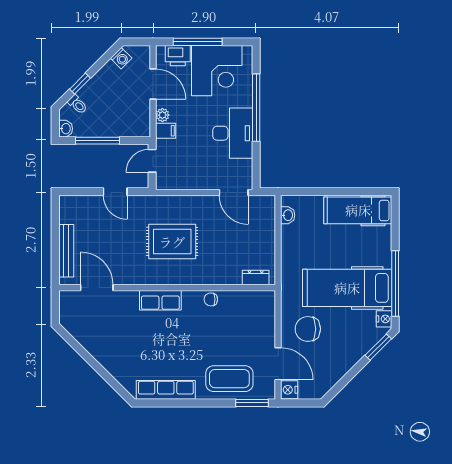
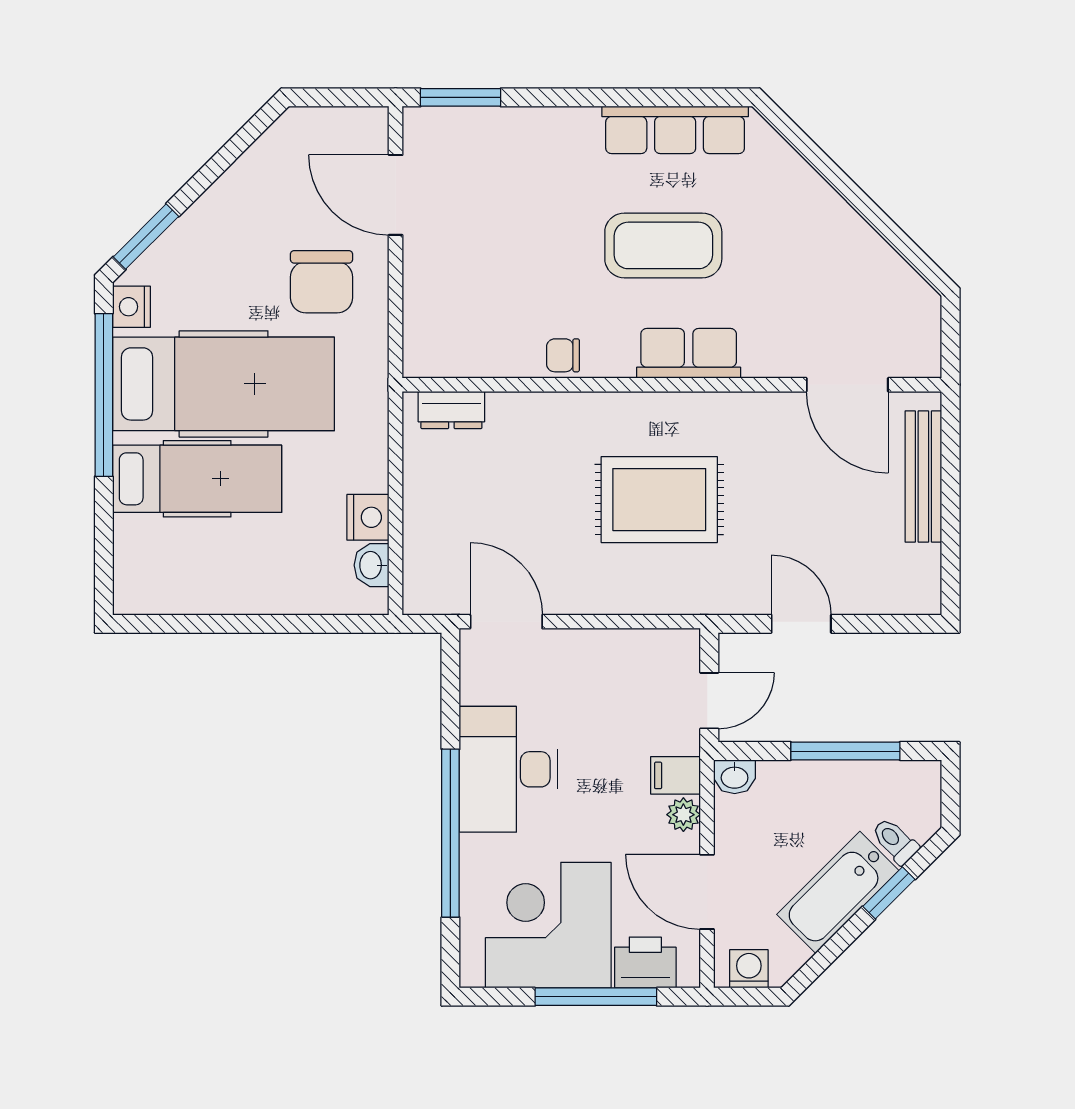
washing machine: (121, 58) -> (749, 969), moved, turned 45
bathtub: (101, 84) -> (838, 892), added
washbasin: (66, 129) -> (735, 777), moved, turned -90
hospital bed: (358, 210) -> (197, 479), moved
chair: (211, 299) -> (563, 355), turned 180
chair: (308, 329) -> (321, 282), turned 90
coffee table: (229, 379) -> (663, 245), moved
nightstand: (289, 390) -> (368, 517), moved

